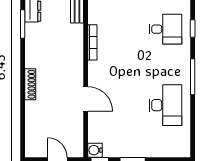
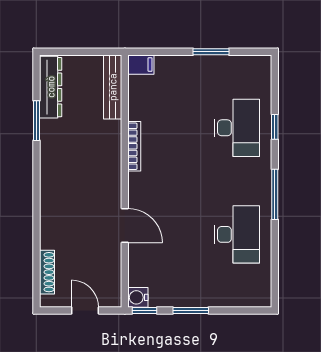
desk: (165, 29) -> (237, 128), width x1.37
shoe rack: (30, 84) -> (47, 272), moved

